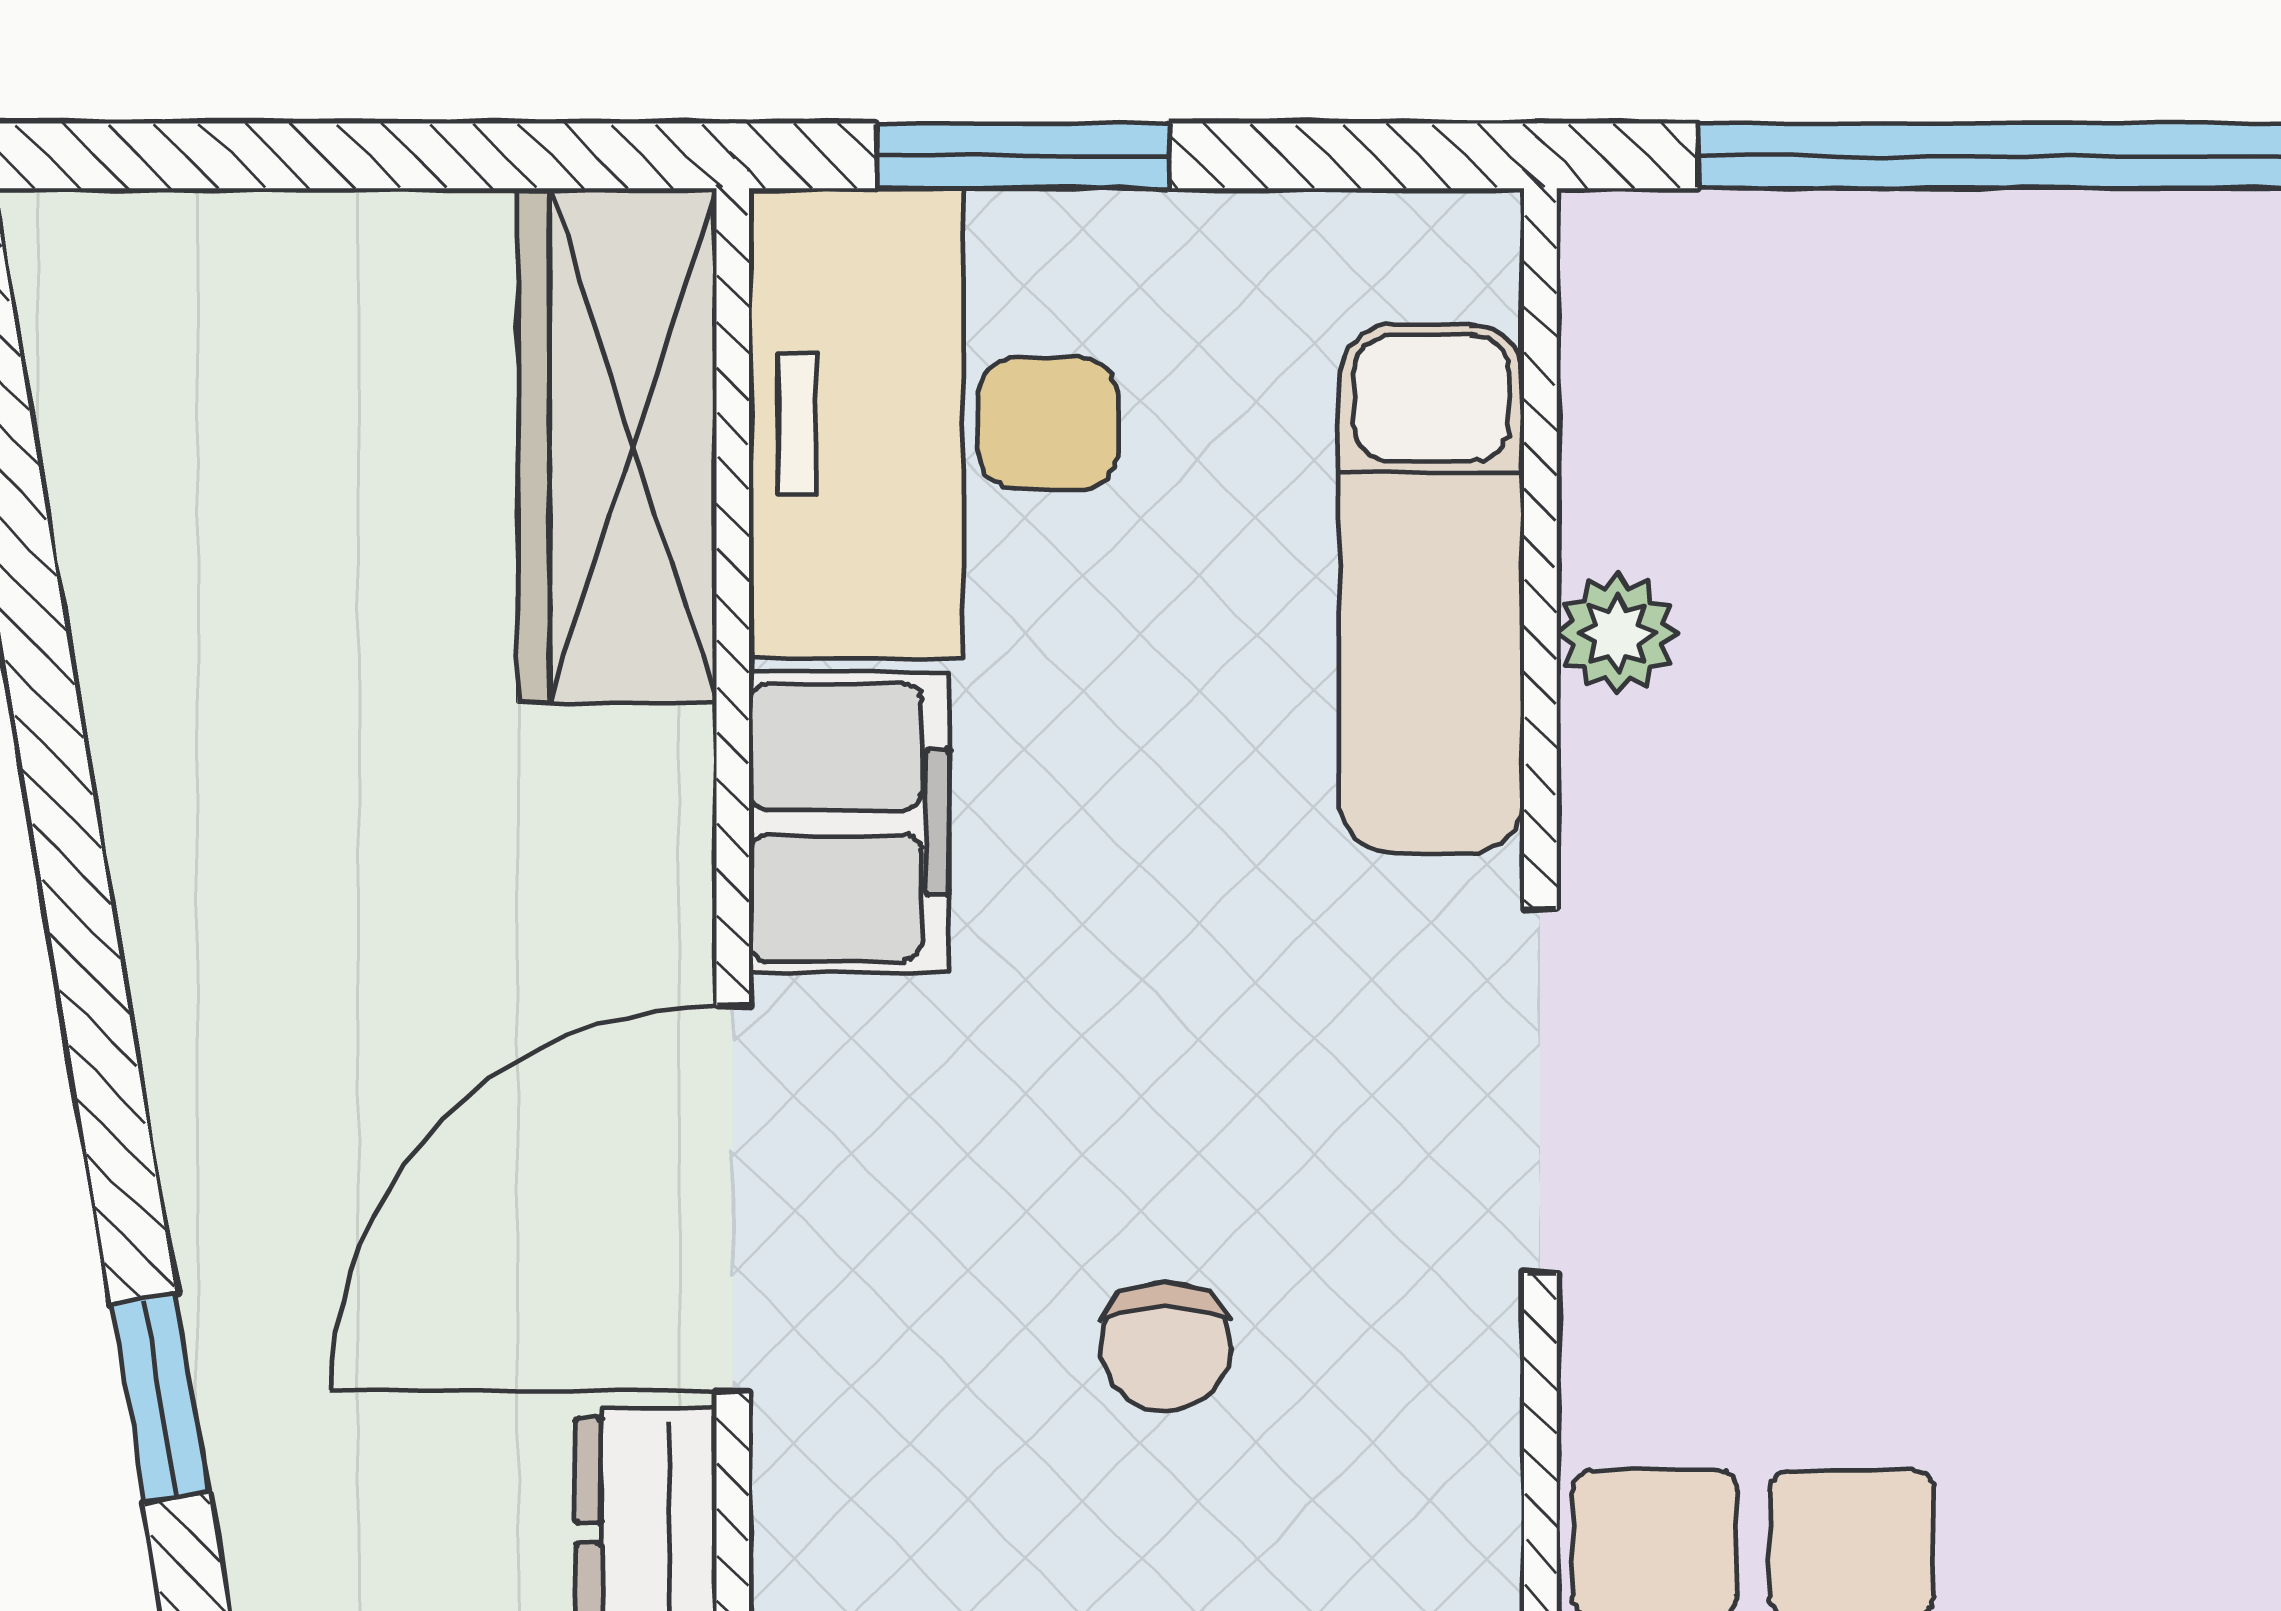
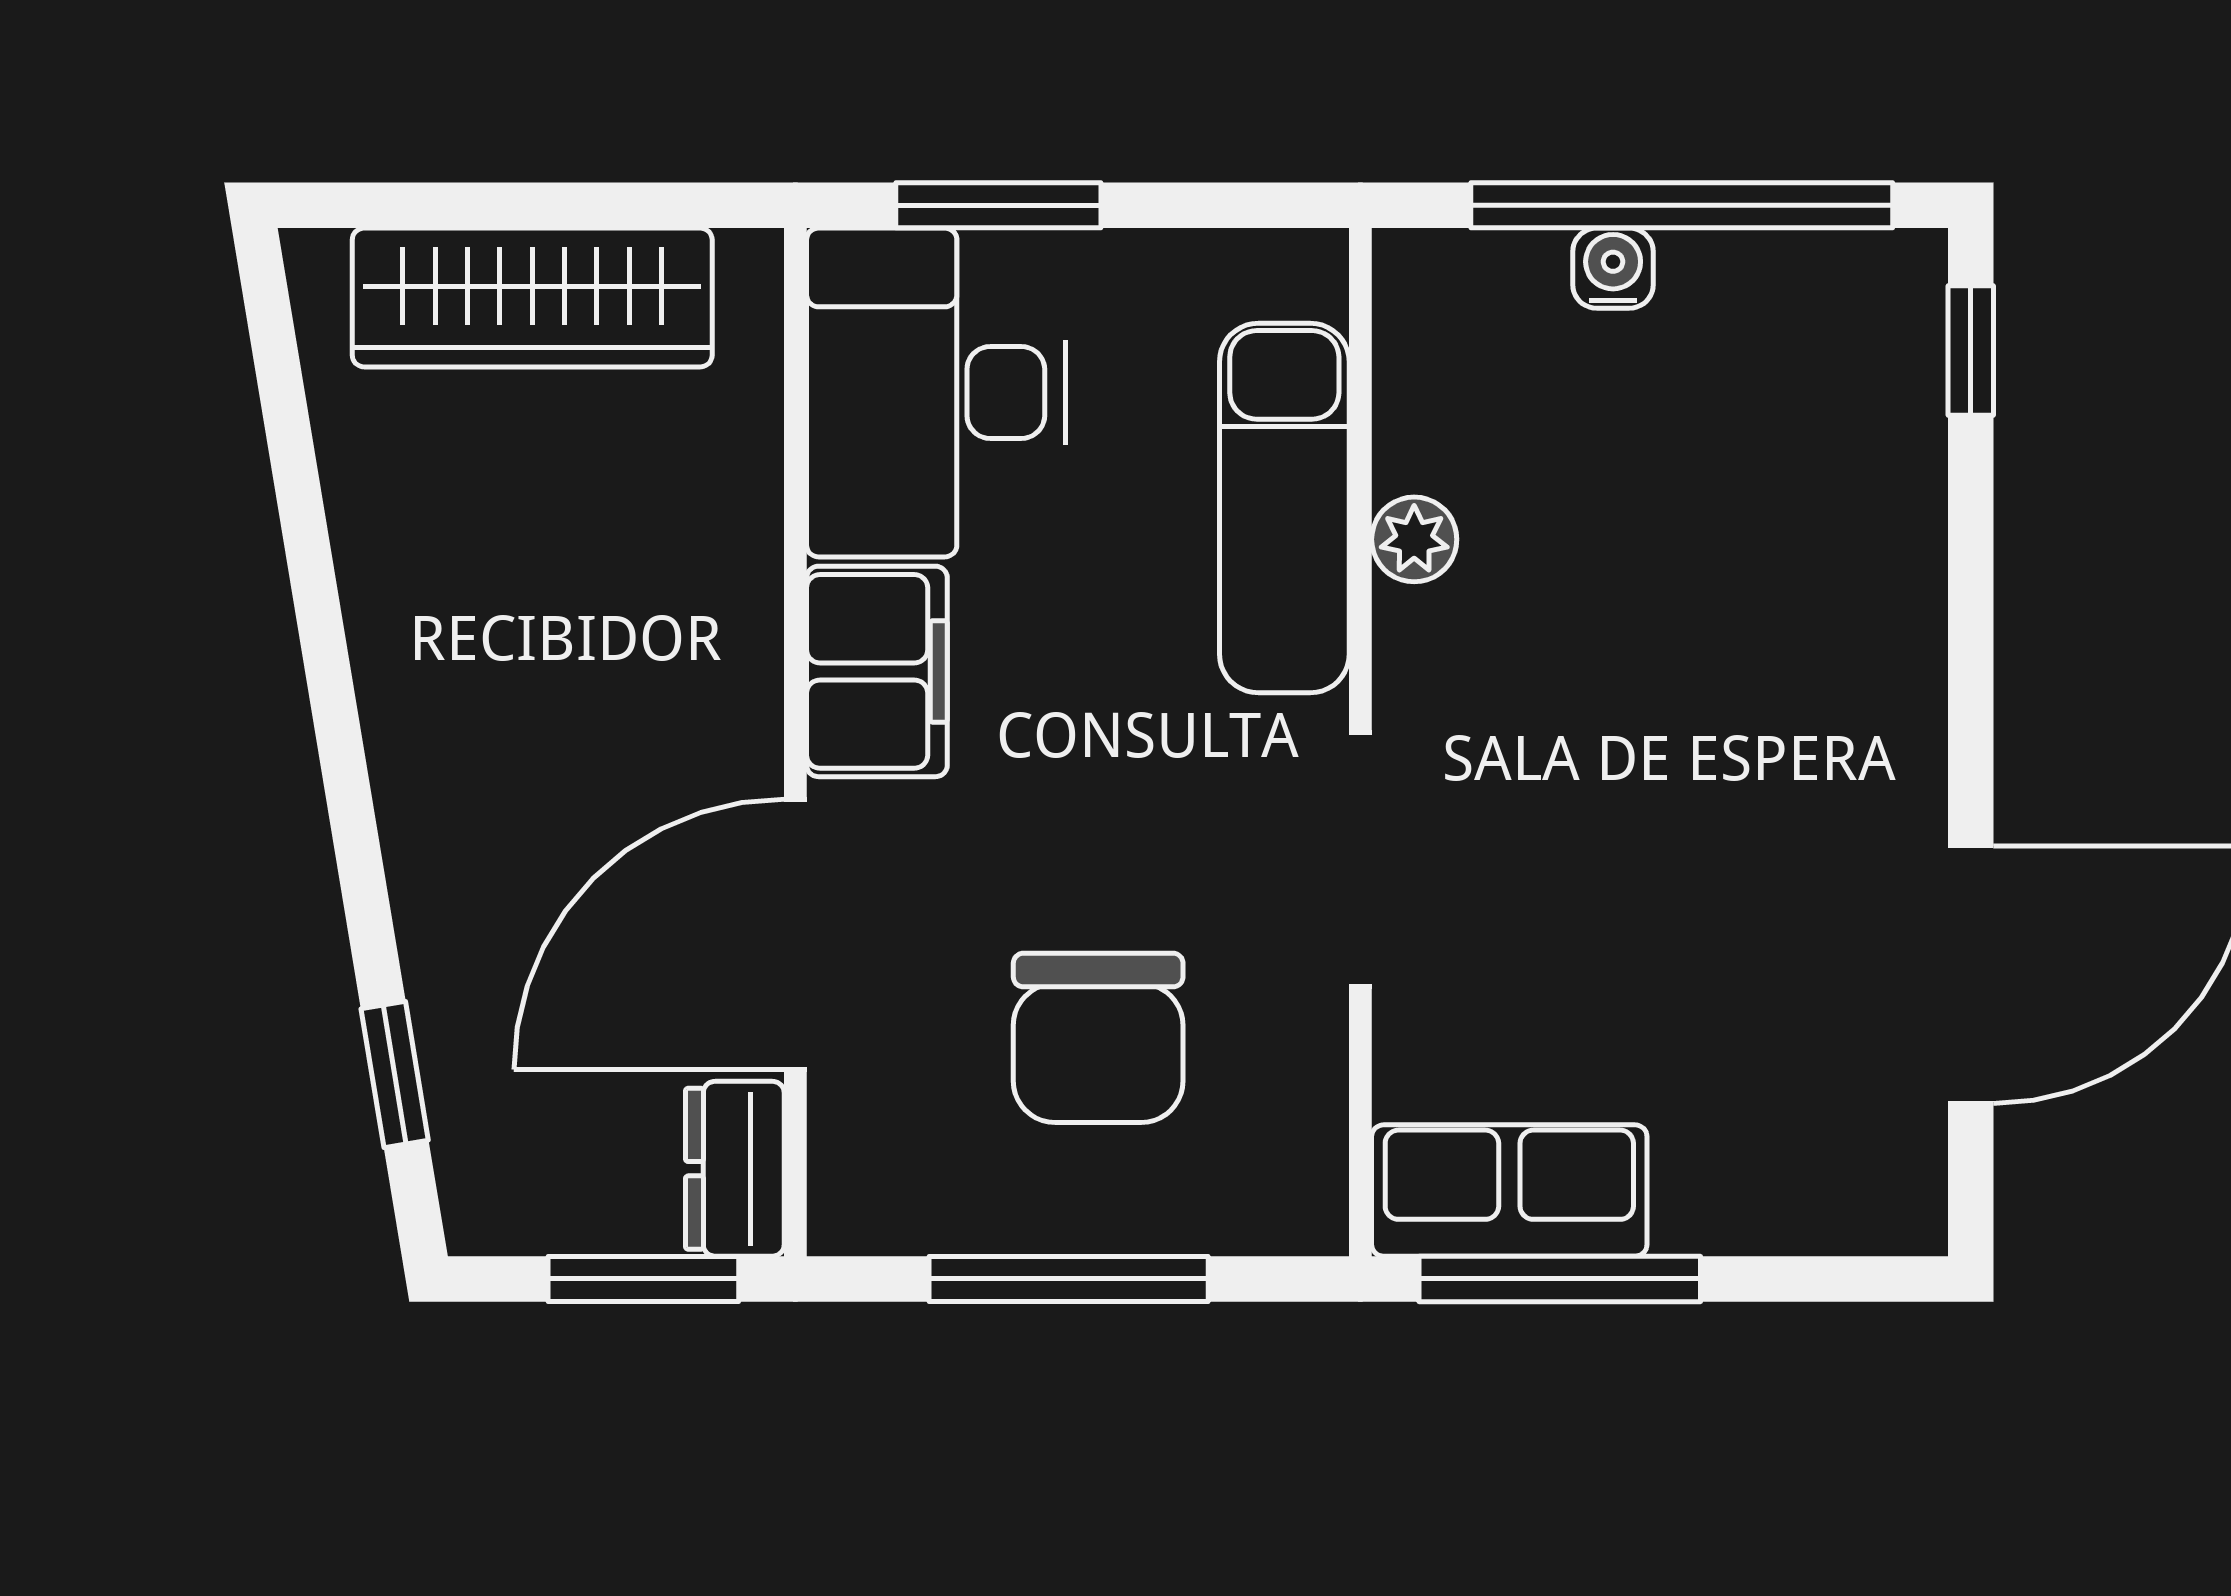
water cooler: (1901, 246) -> (1613, 268), added
wardrobe: (617, 445) -> (532, 297), moved, turned -90
chair: (1165, 1346) -> (1098, 1038), width x1.87, depth x1.87

